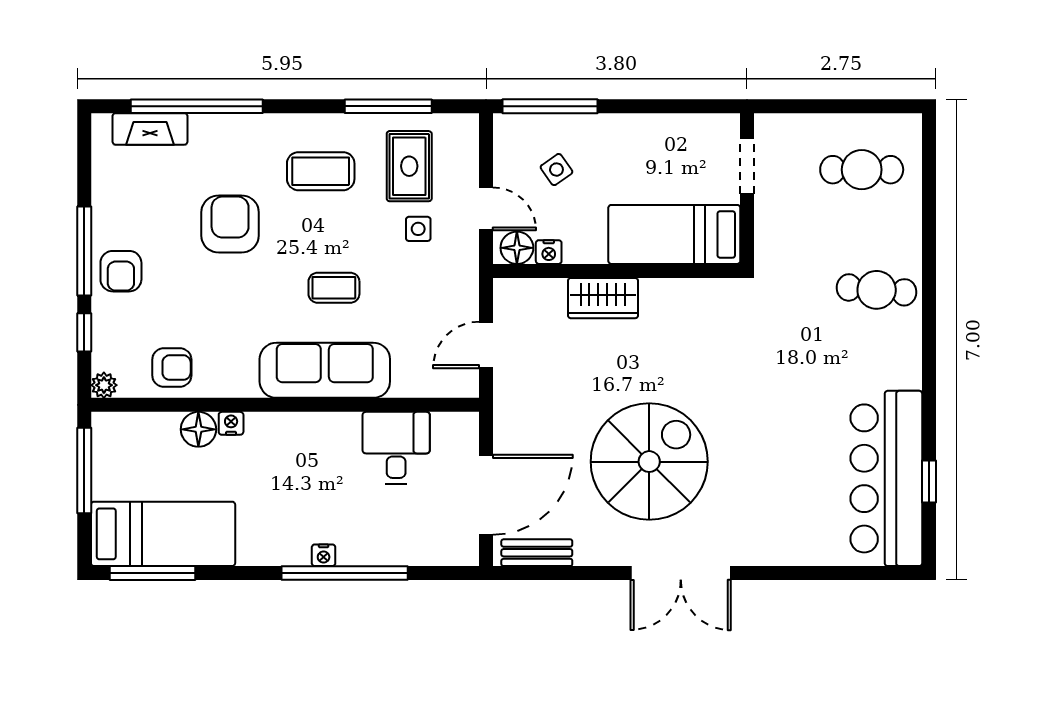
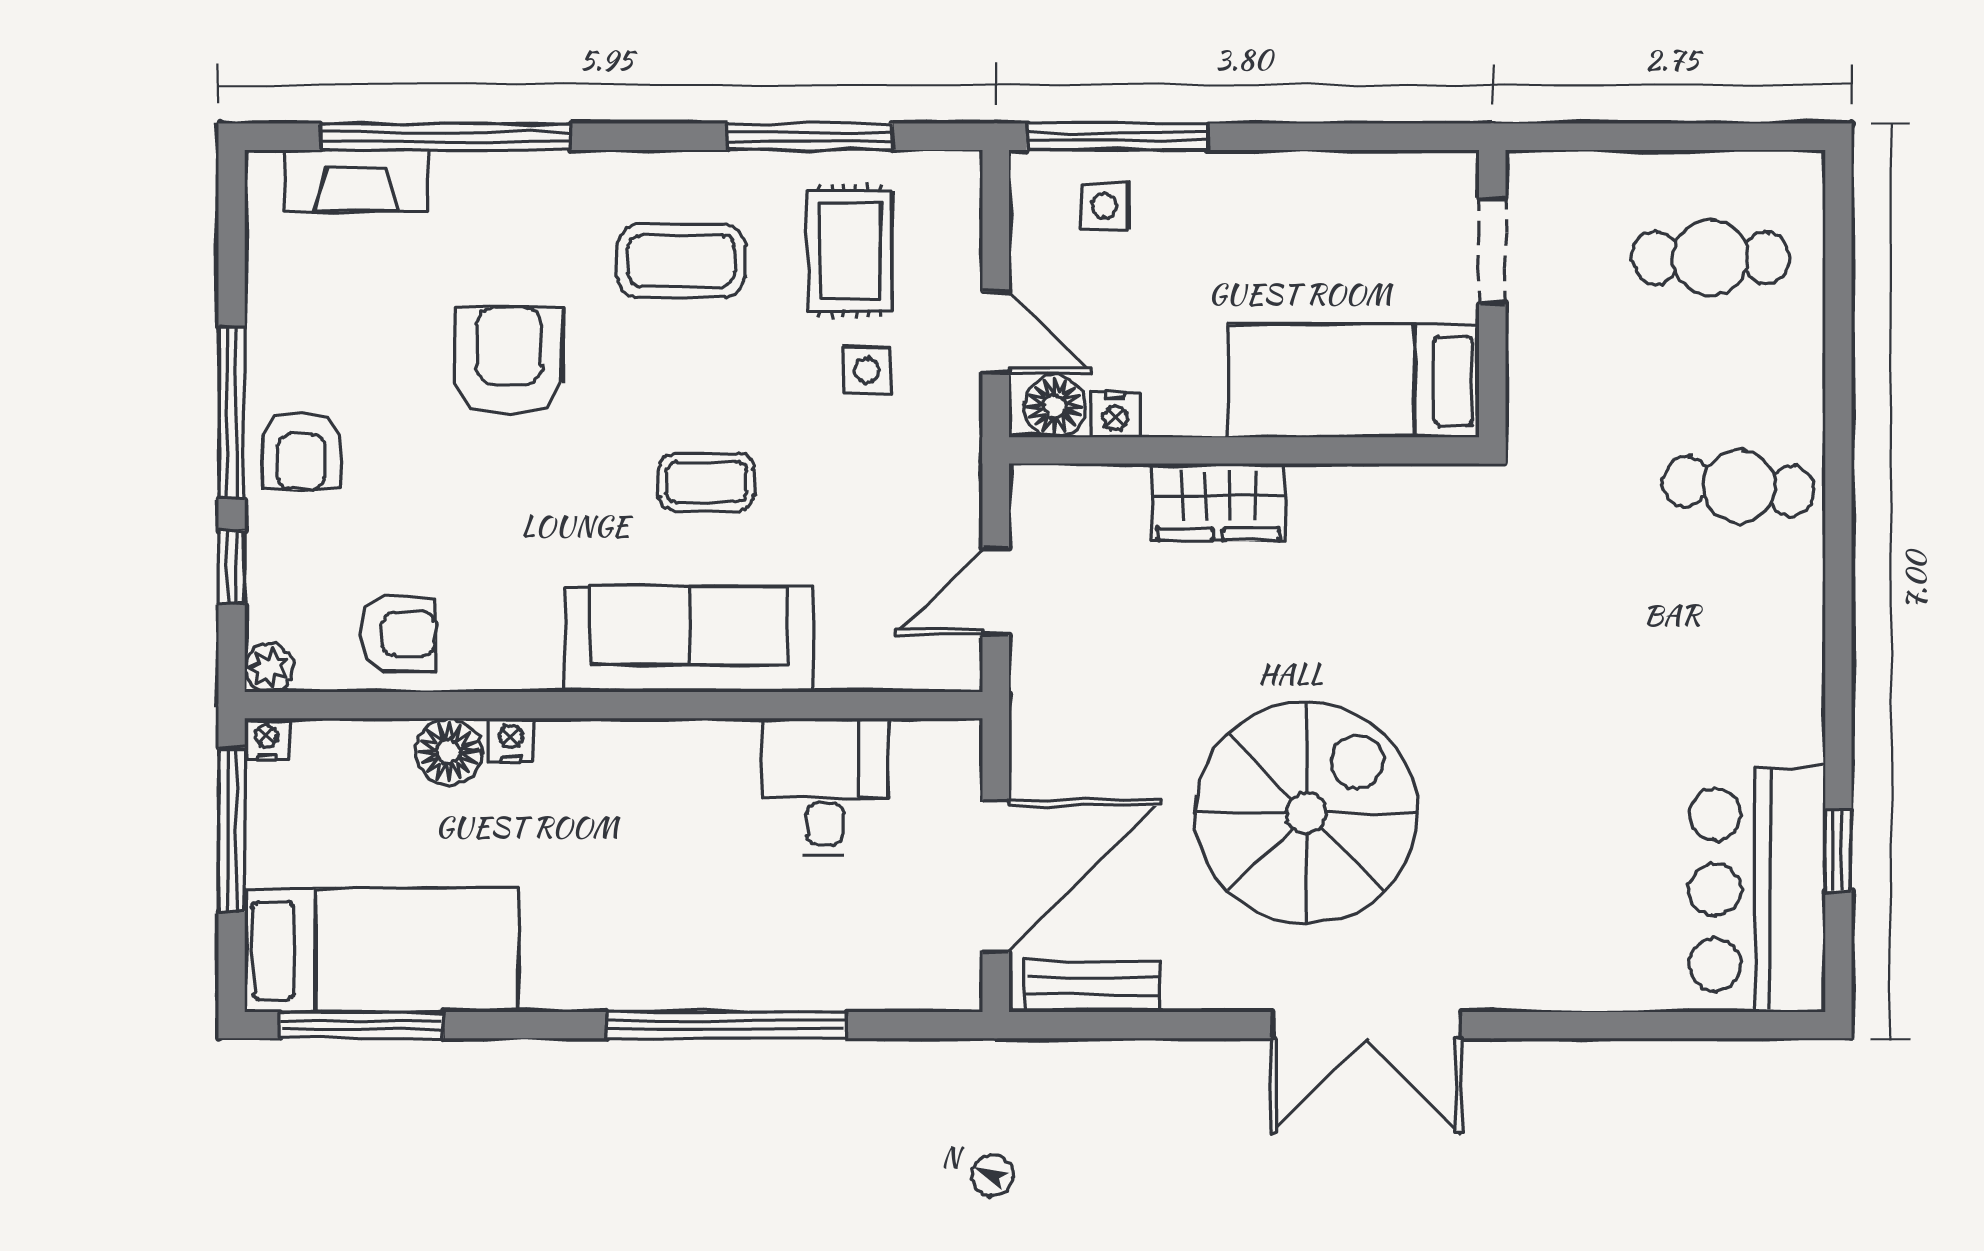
side table: (556, 170) -> (1104, 206), moved, turned 35
bar counter: (886, 478) -> (1757, 890), width x0.73
nightstand: (324, 555) -> (267, 739), moved, turned 180

